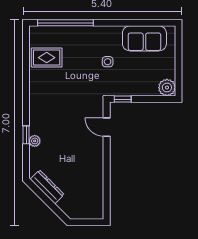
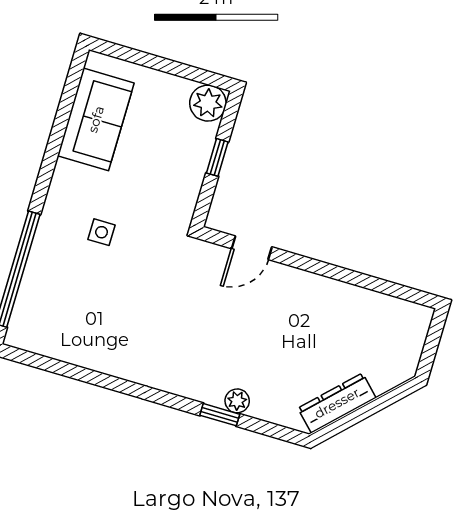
rug: (47, 58) -> (76, 327), removed
side table: (108, 62) -> (102, 232), moved
window: (123, 99) -> (217, 157), moved

